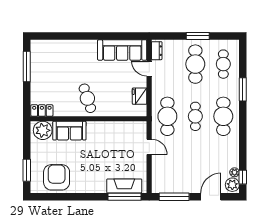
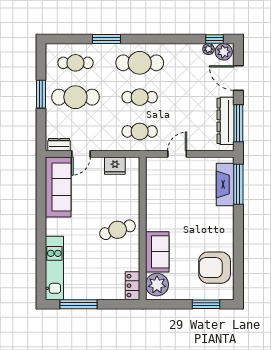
kitchen unit: (56, 47) -> (54, 268), added
cafe table: (167, 116) -> (140, 131), width x0.73, depth x0.74
dresser: (176, 186) -> (226, 121), added

